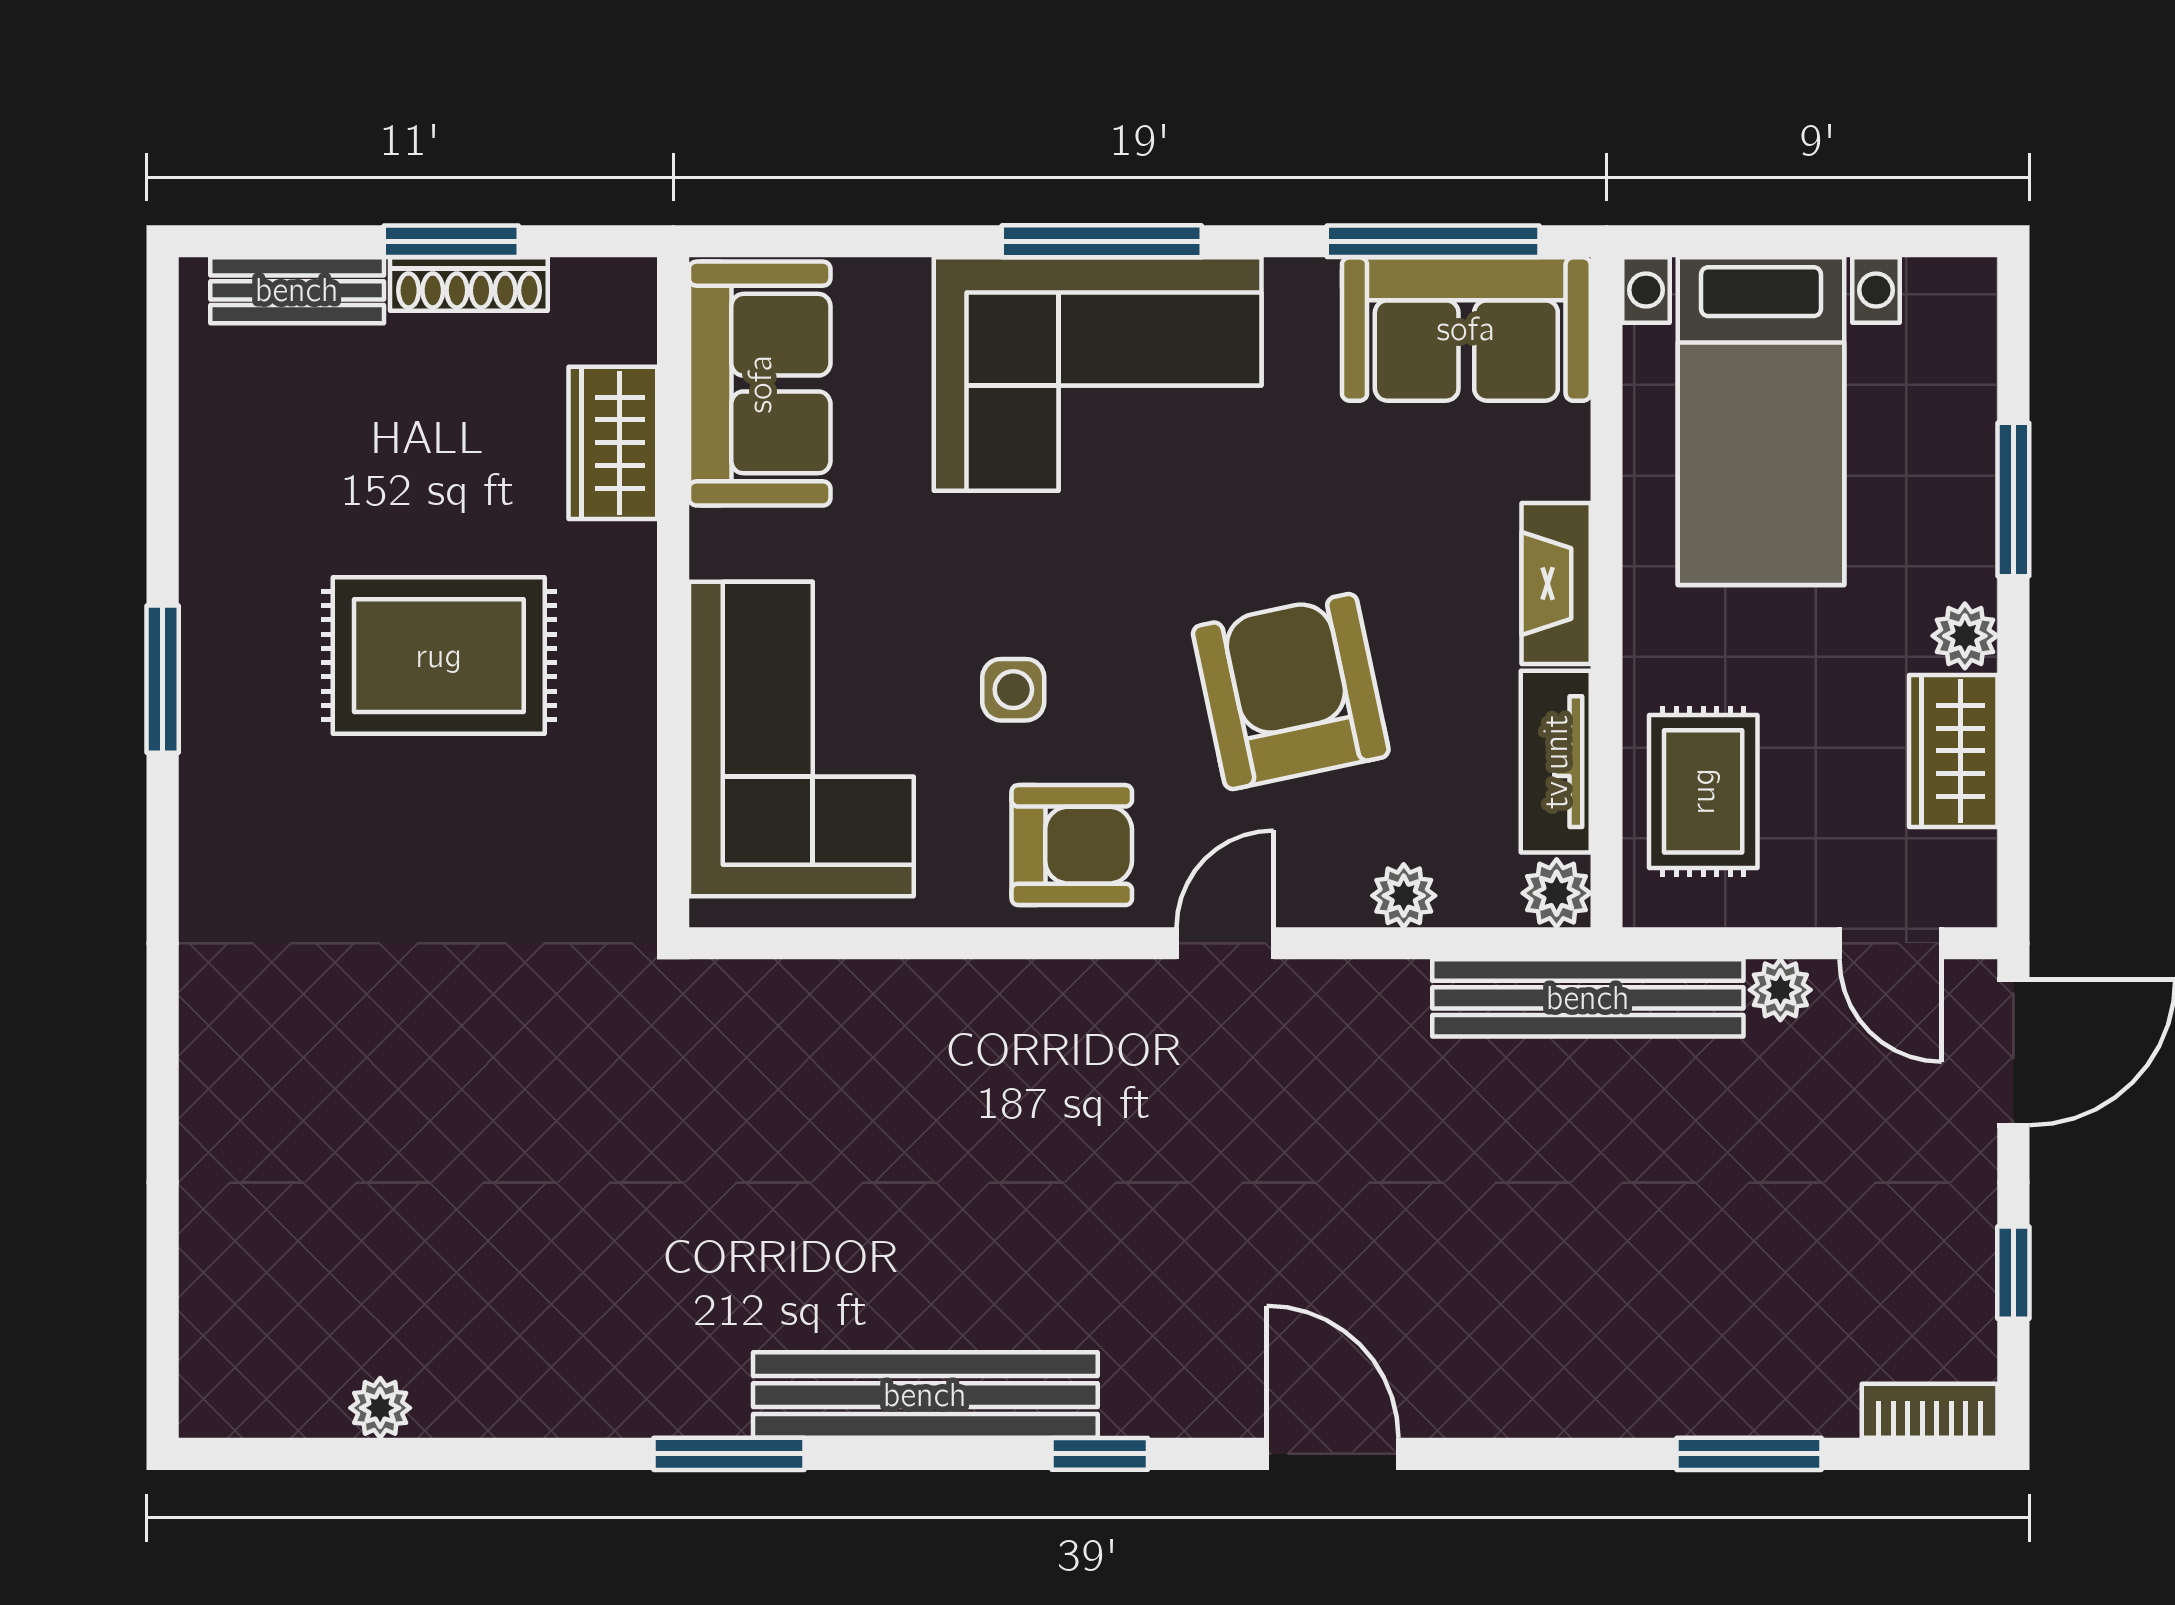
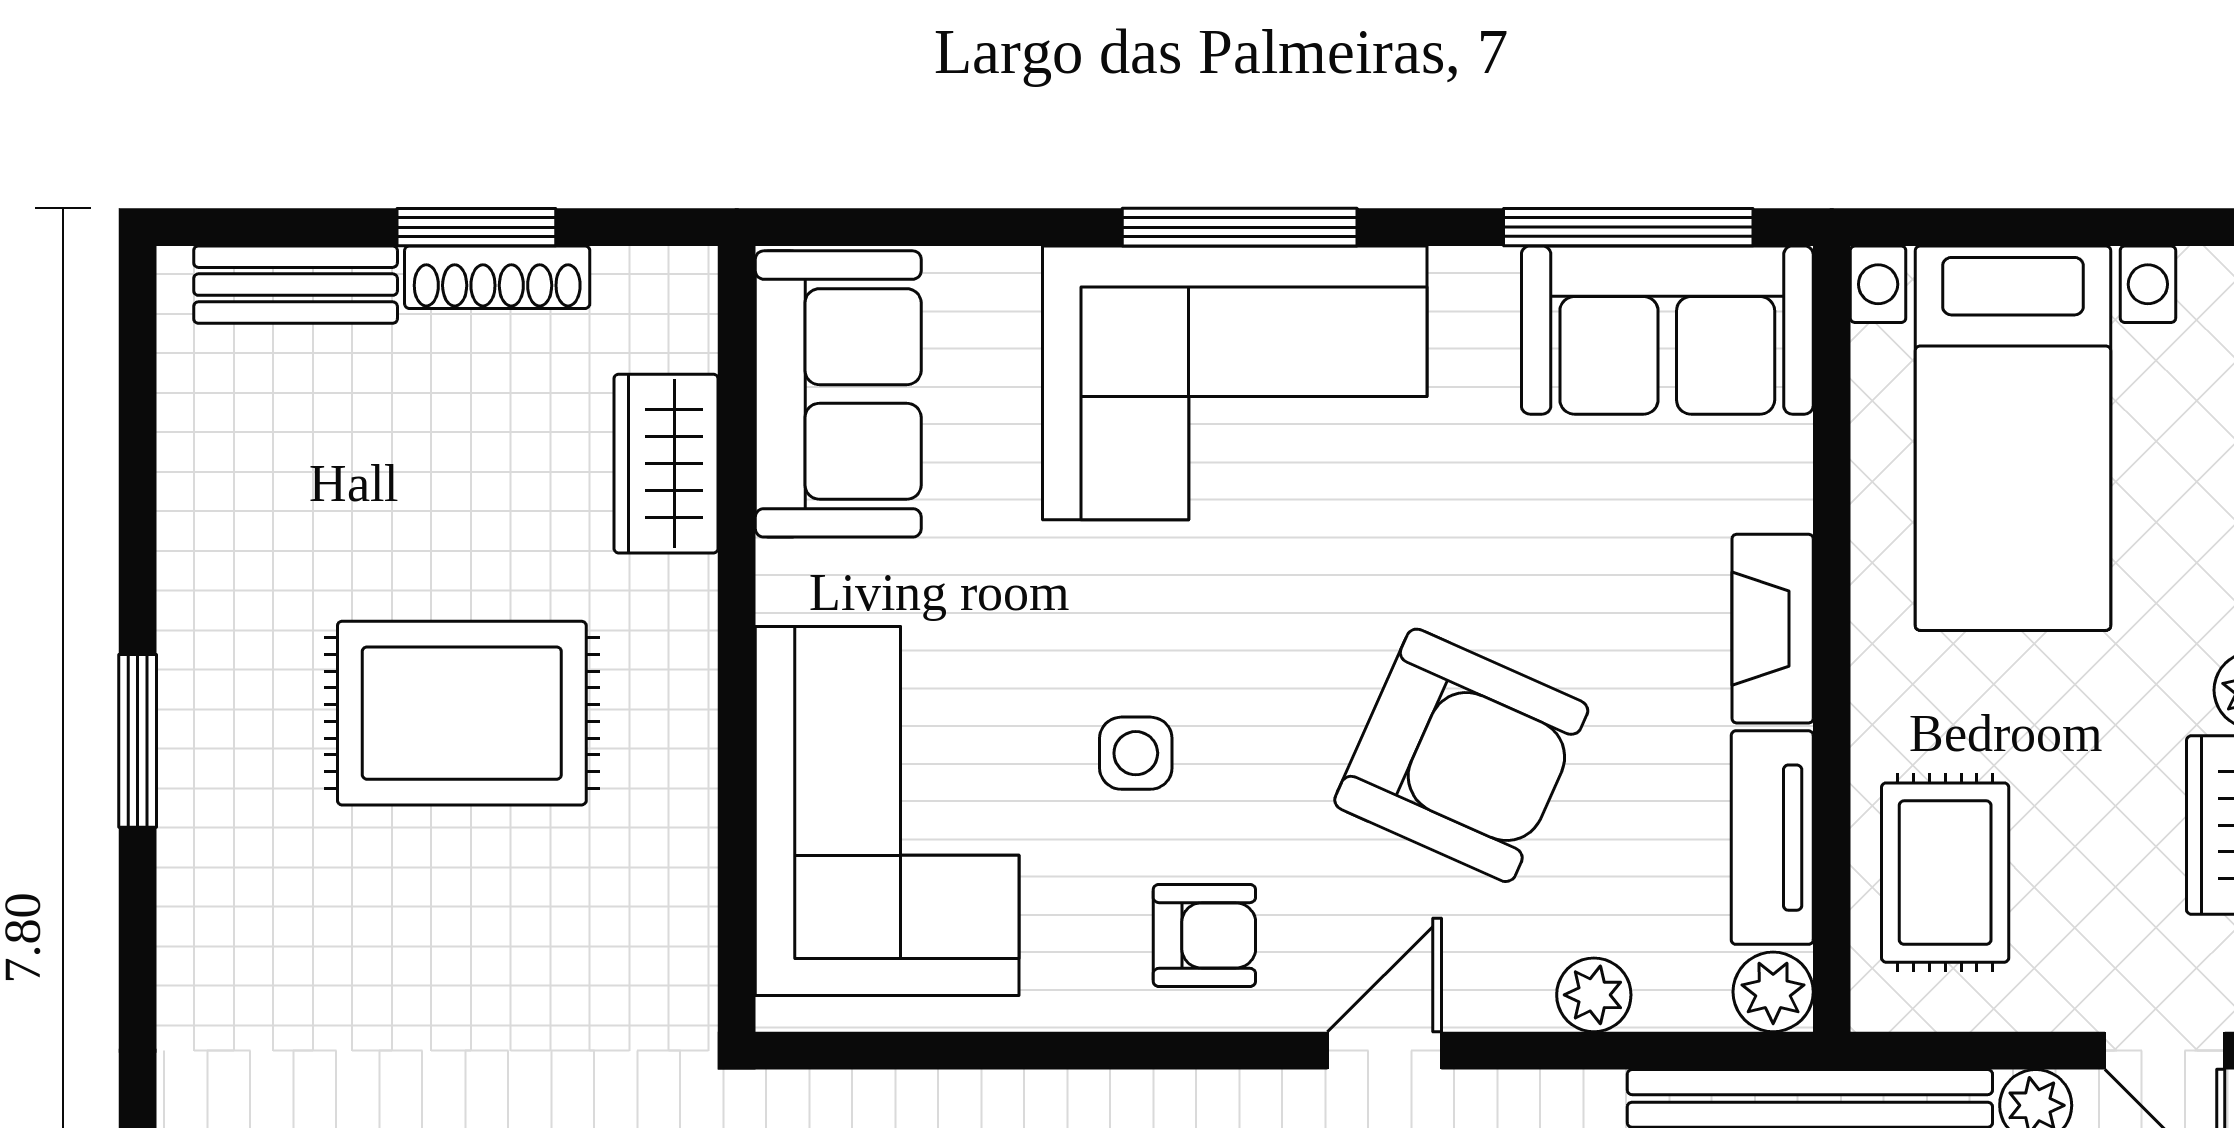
armchair: (1291, 692) -> (1461, 755), turned 126
armchair: (1072, 845) -> (1204, 935), width x0.72, depth x0.72

